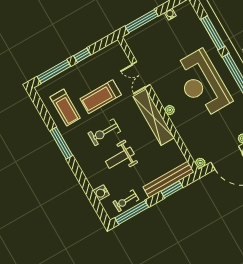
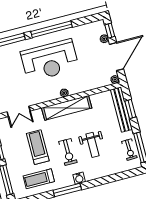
double door: (141, 75) -> (19, 111), moved
treadmill: (101, 97) -> (38, 147), turned 180
treadmill: (65, 108) -> (39, 179), turned 180
water cooler: (101, 193) -> (79, 178), moved

